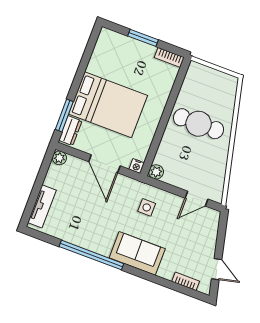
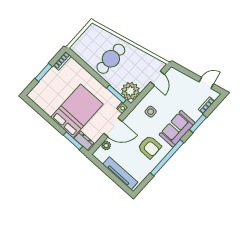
window: (153, 151) -> (116, 94), added
plant: (59, 158) -> (106, 146), moved
plant: (156, 172) -> (130, 91), width x1.88, depth x1.88
tv unit: (42, 206) -> (120, 173), width x1.41
armchair: (97, 225) -> (149, 147), added
window: (156, 279) -> (198, 124), added

